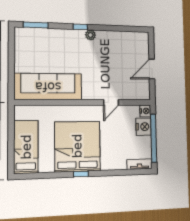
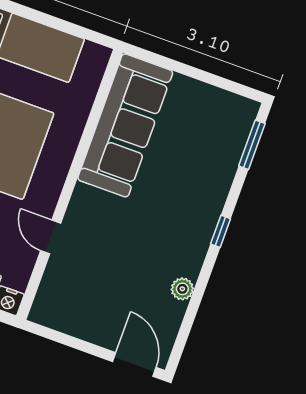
plant: (90, 35) -> (182, 289), moved
door: (152, 69) -> (134, 364), moved

